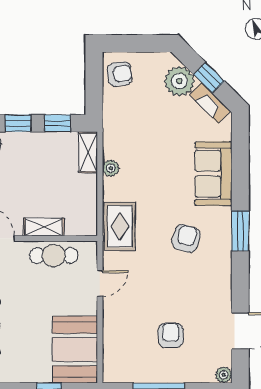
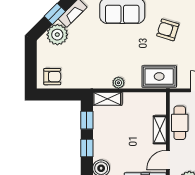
armchair: (120, 74) -> (52, 77), turned 96

